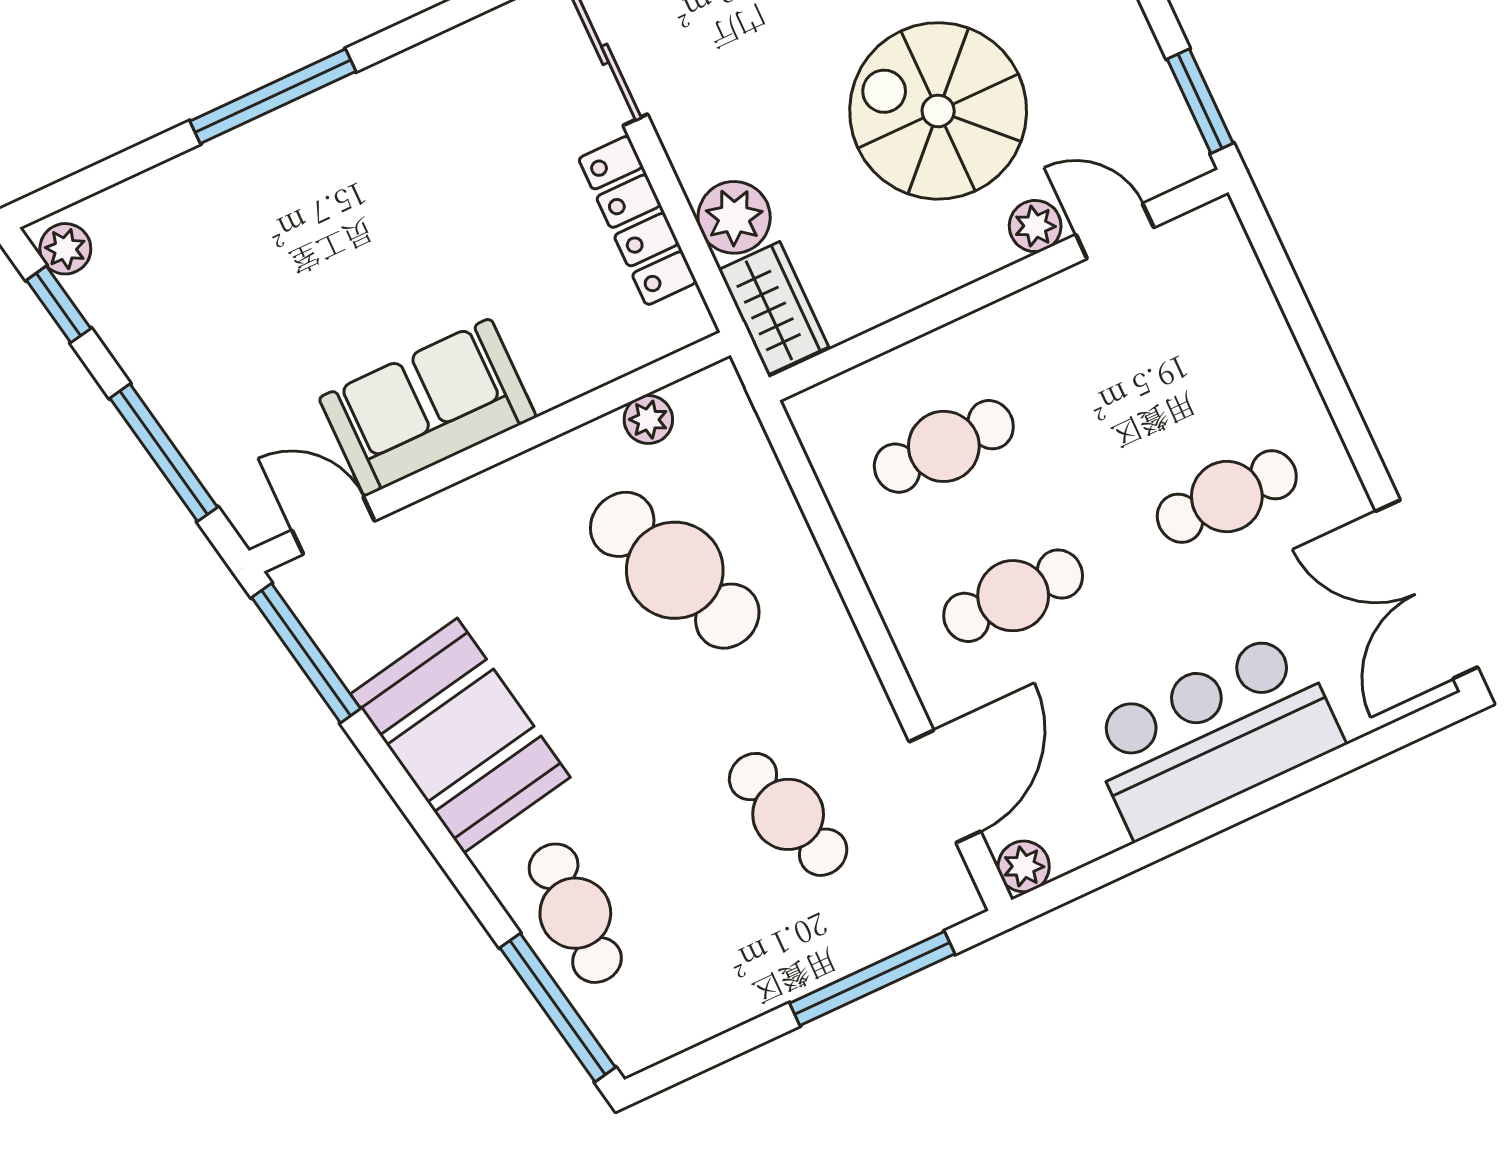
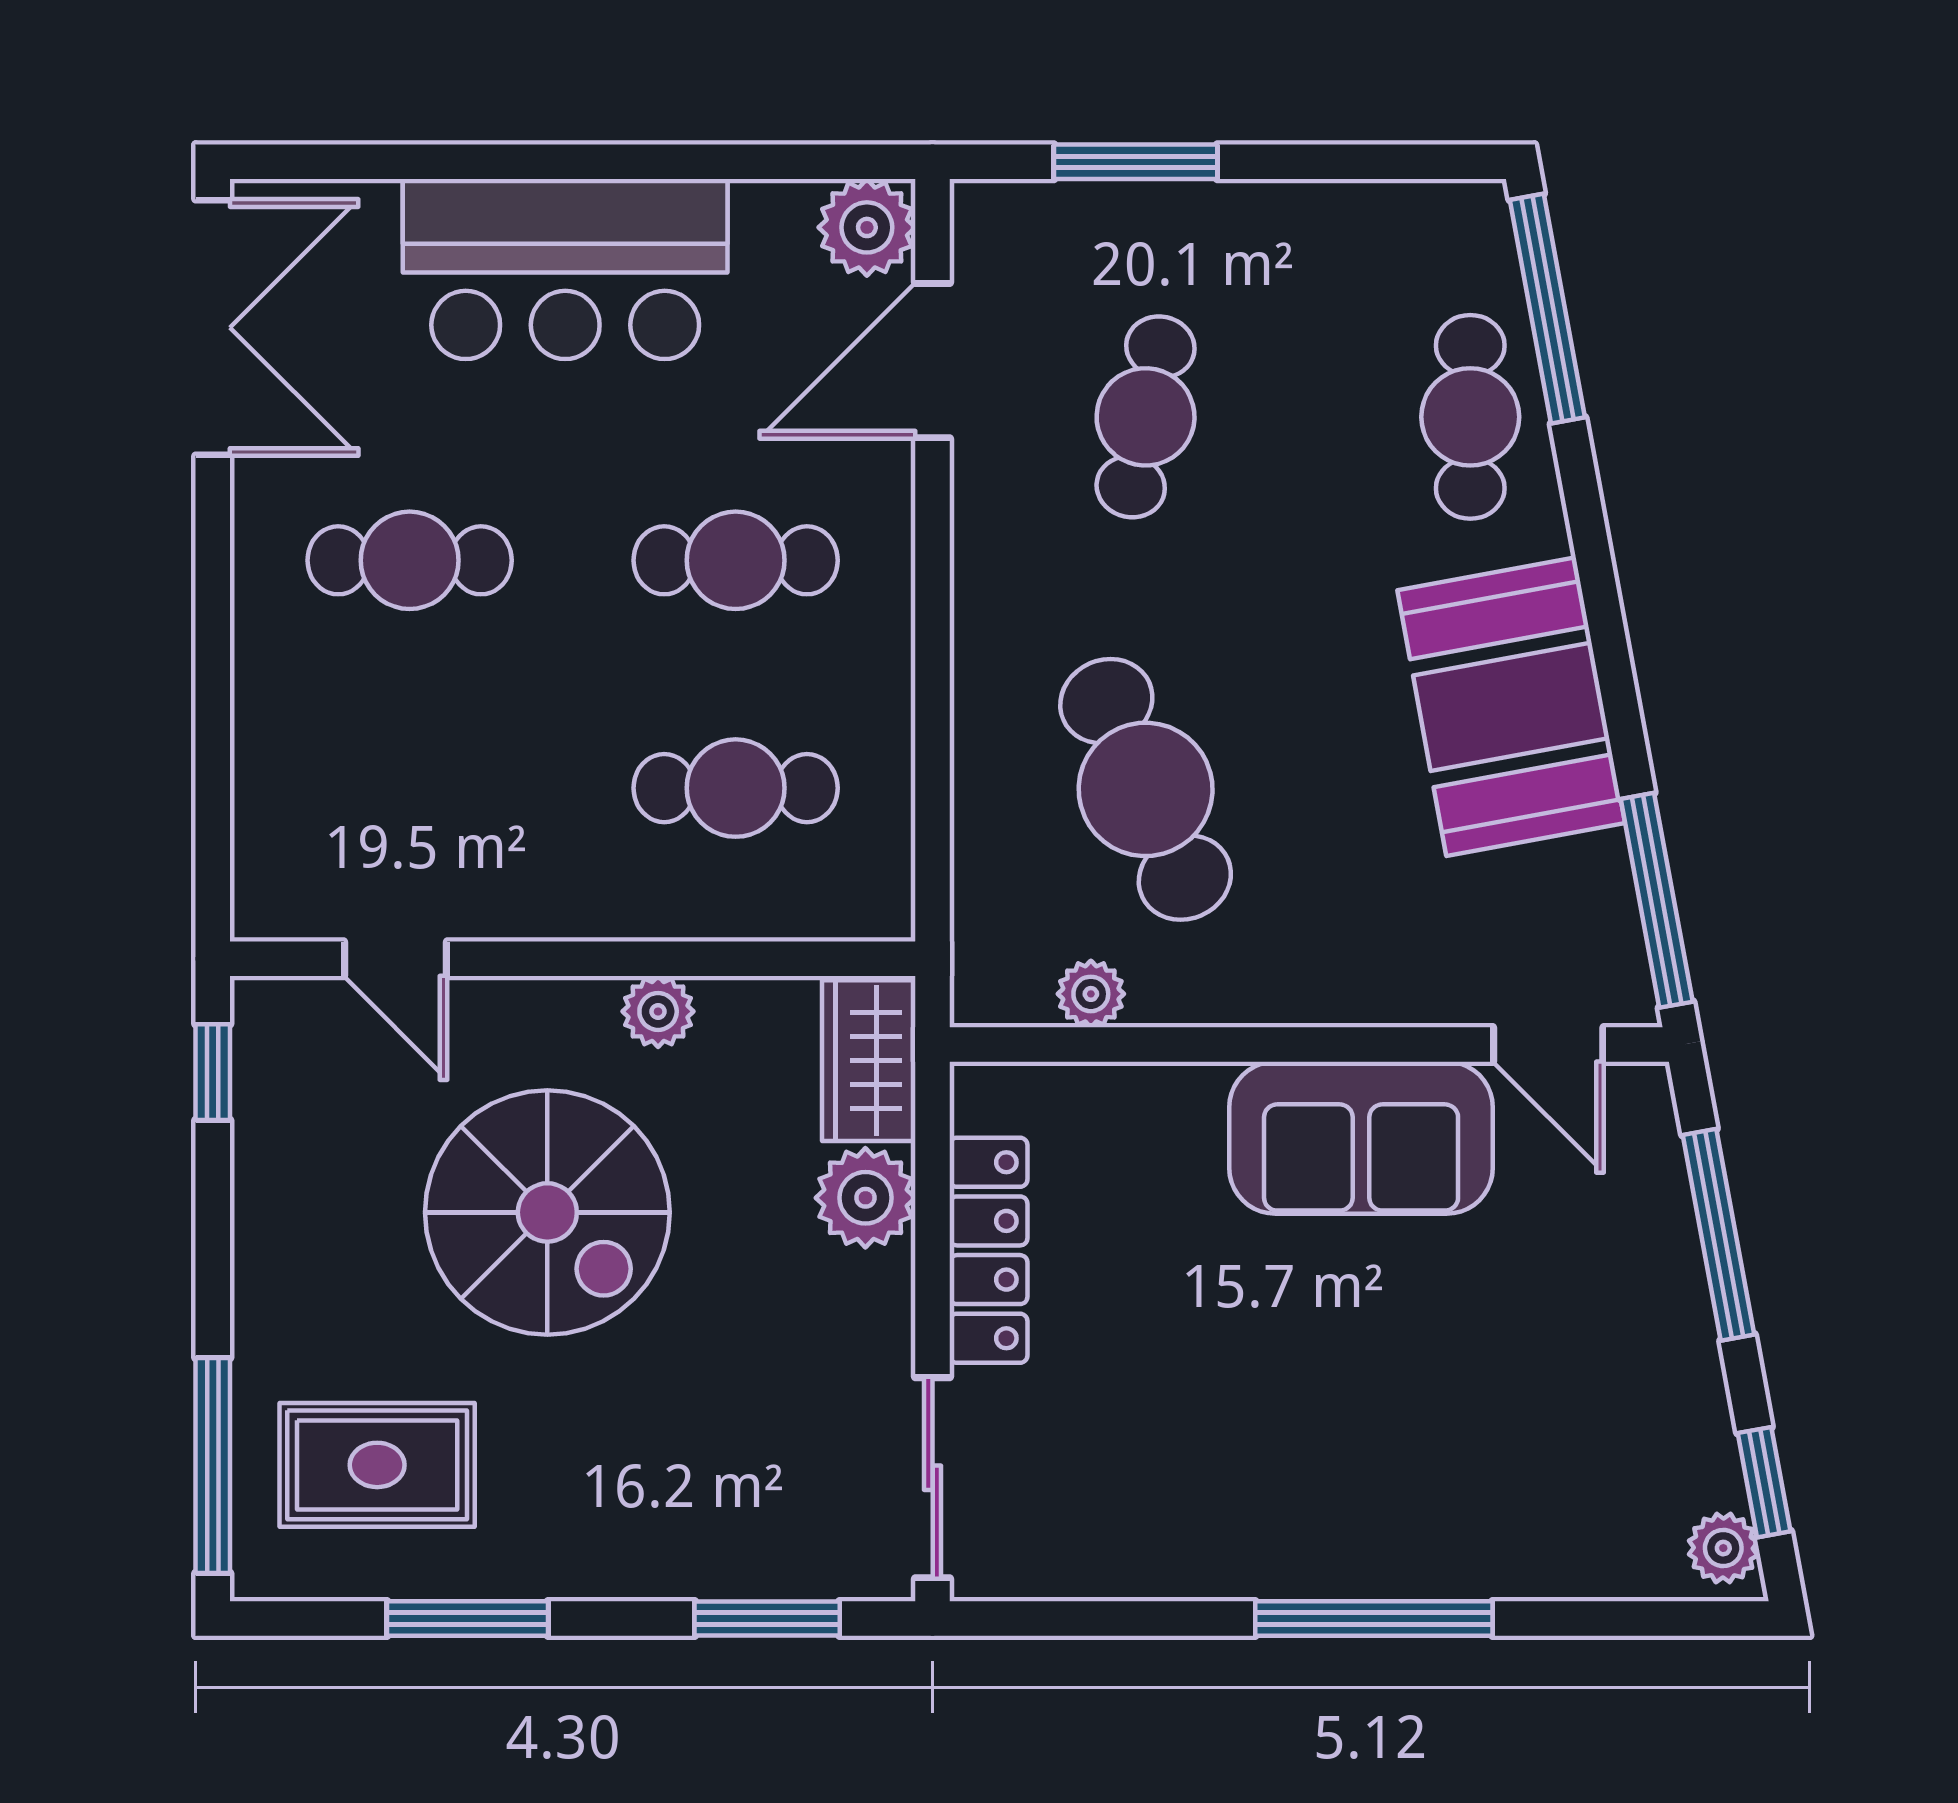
window: (1200, 101) -> (213, 1072), width x0.67
plant: (1035, 226) -> (658, 1011), moved
cafe table: (788, 814) -> (1146, 417), turned 30
plant: (1024, 866) -> (867, 227), width x1.38, depth x1.38
window: (872, 979) -> (1136, 162), width x0.69

